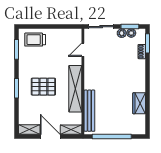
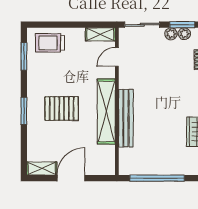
bench: (89, 111) -> (126, 118), moved
shelving: (71, 130) -> (100, 34), moved
door: (50, 136) -> (71, 178), hinge flipped

